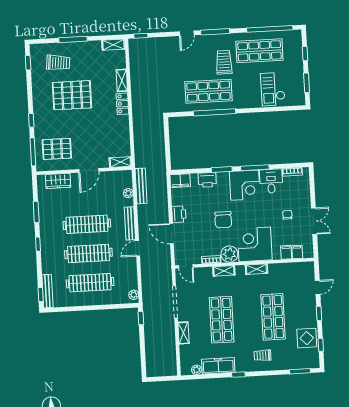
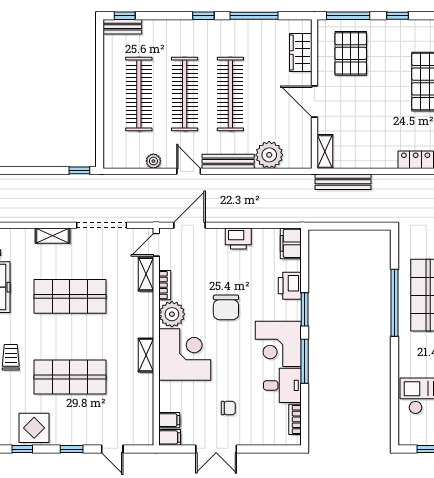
bench: (141, 186) -> (343, 182), moved
plant: (128, 193) -> (269, 155), width x1.87, depth x1.87
window: (36, 212) -> (254, 16), width x1.44
chair: (223, 220) -> (226, 307), turned -90
door: (171, 234) -> (189, 225), moved
filing cabinet: (286, 252) -> (170, 437), moved
shelving: (224, 271) -> (146, 274), moved
bench: (47, 291) -> (122, 27), width x0.73
plant: (134, 295) -> (153, 161), moved

